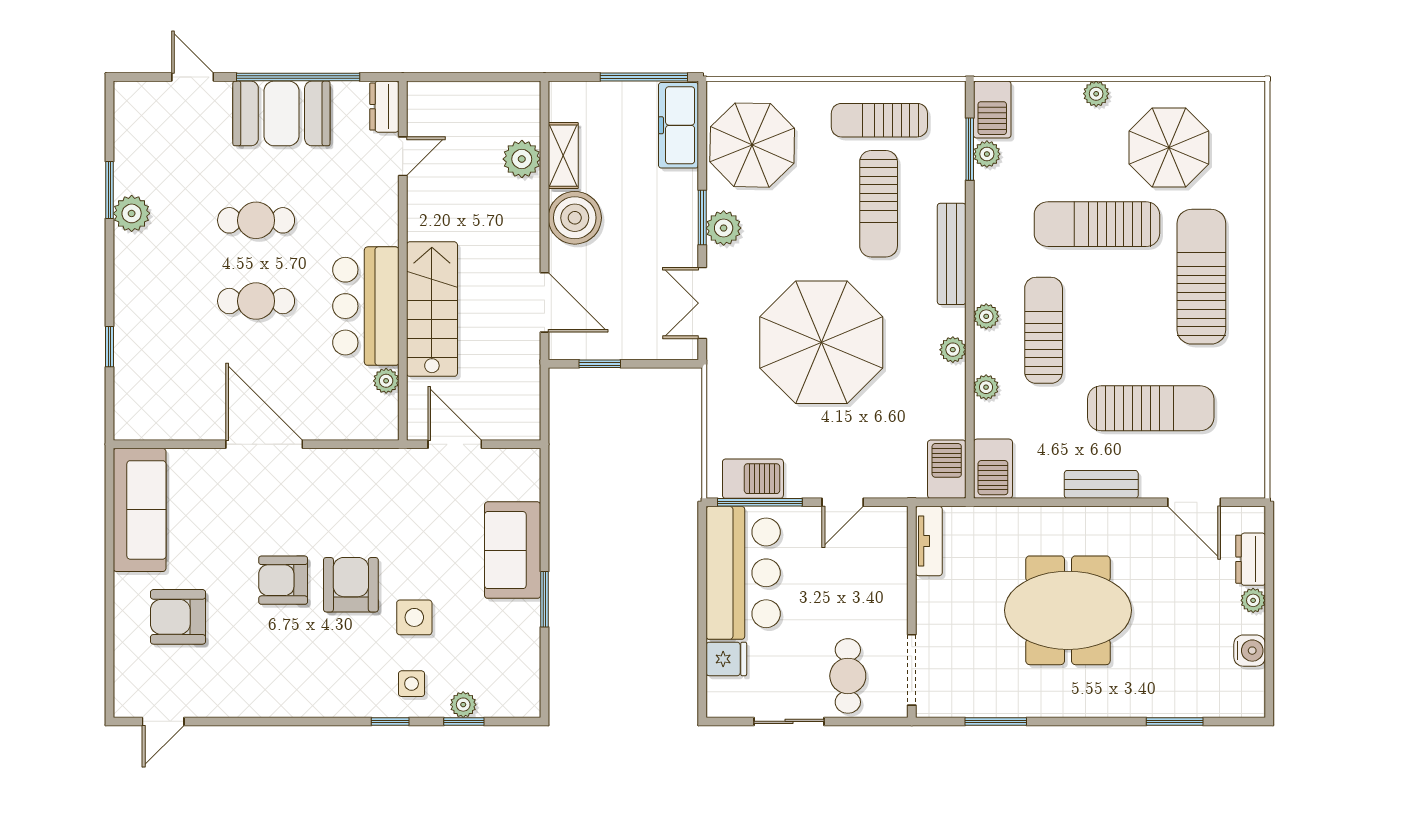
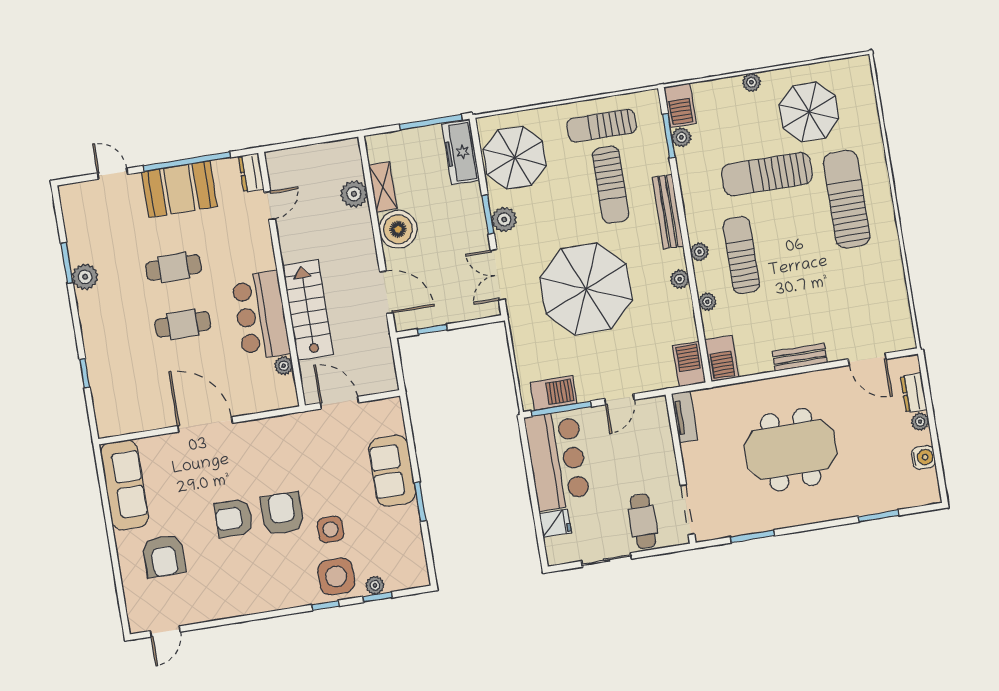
sun lounger: (1151, 408) -> (826, 298), removed
armchair: (178, 617) -> (164, 556), turned -90
side table: (412, 684) -> (336, 576), width x1.87, depth x1.87

